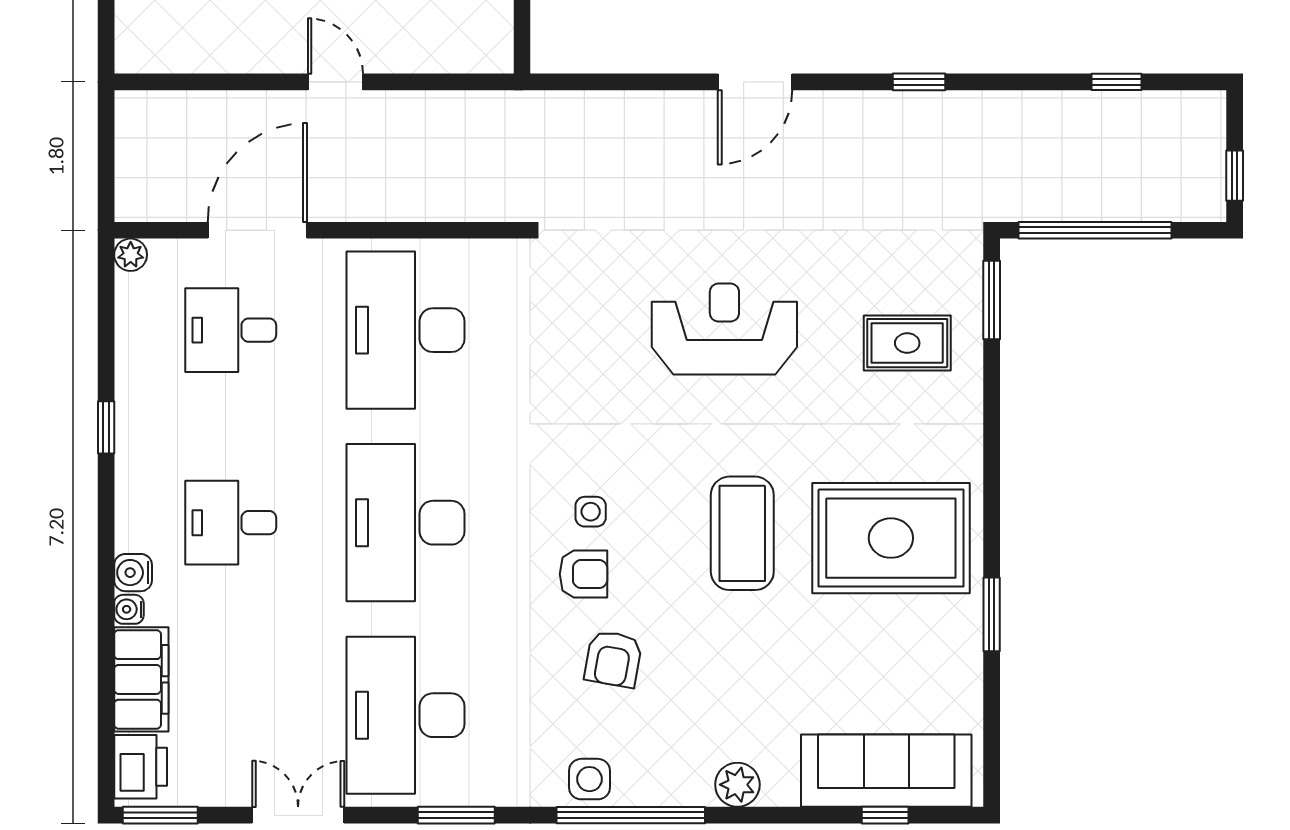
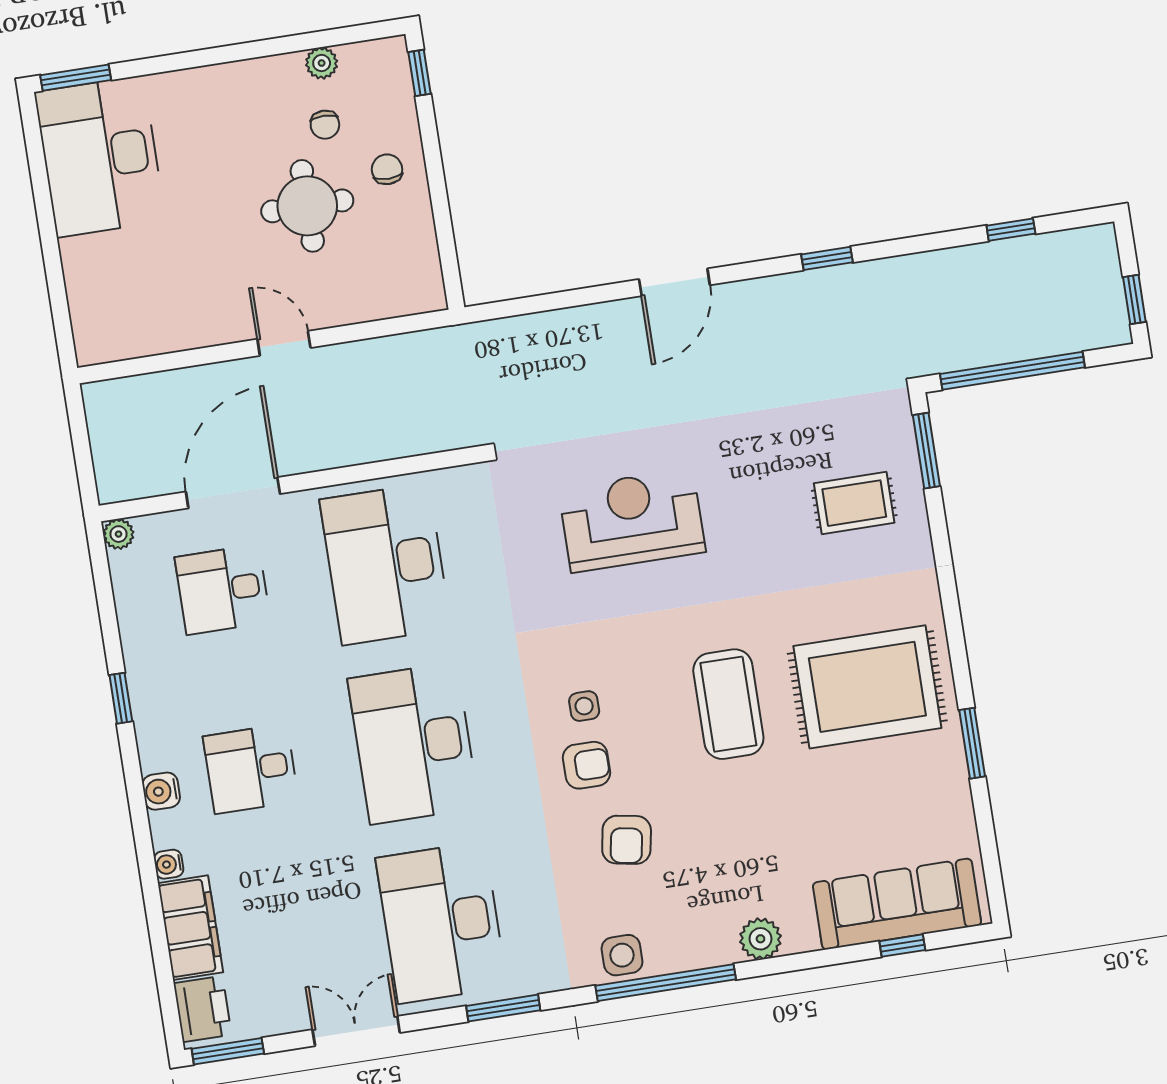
reception desk: (724, 329) -> (632, 520), moved
water cooler: (133, 573) -> (161, 791), moved

